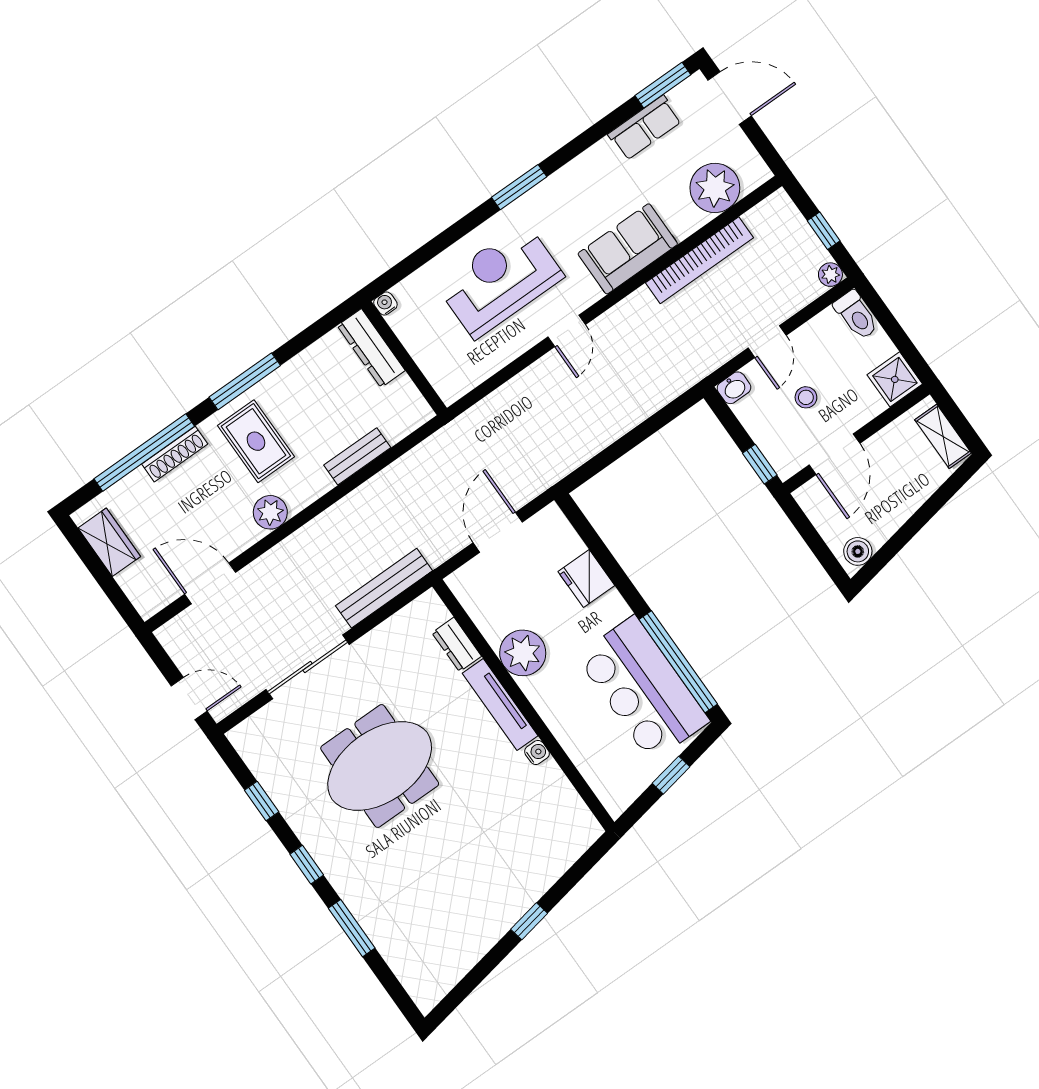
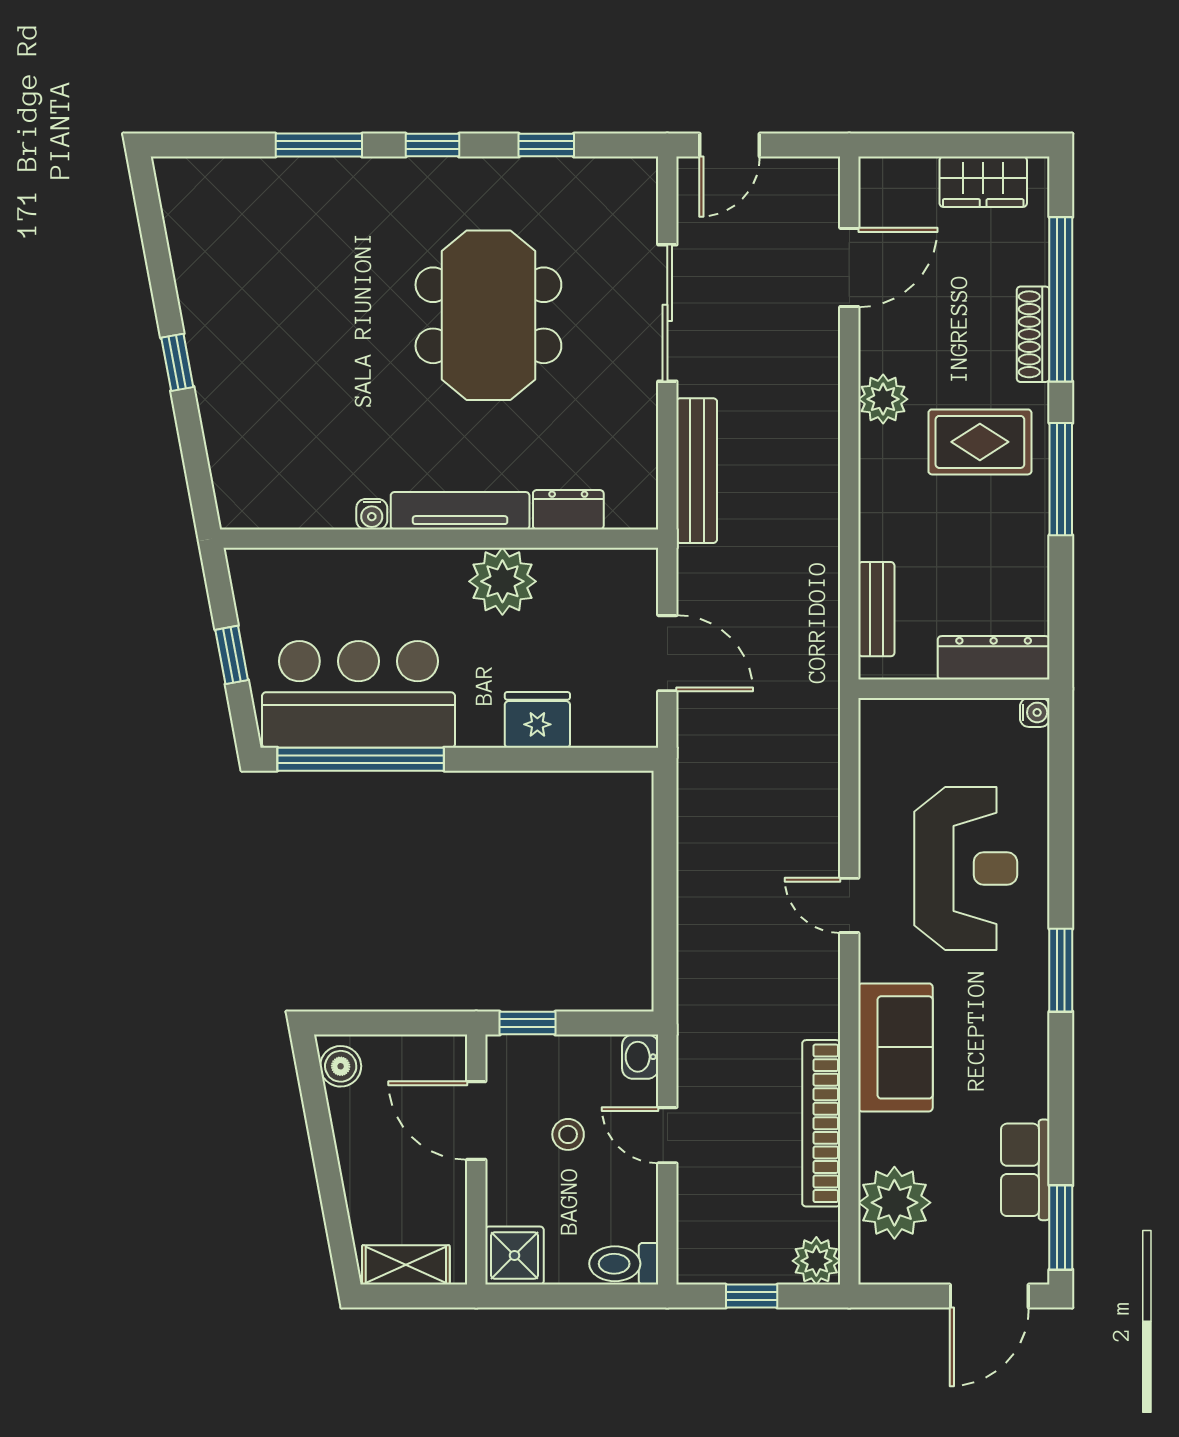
plant: (830, 275) -> (816, 1261), moved, width x1.38, depth x1.38
bench: (357, 456) -> (876, 609), moved

